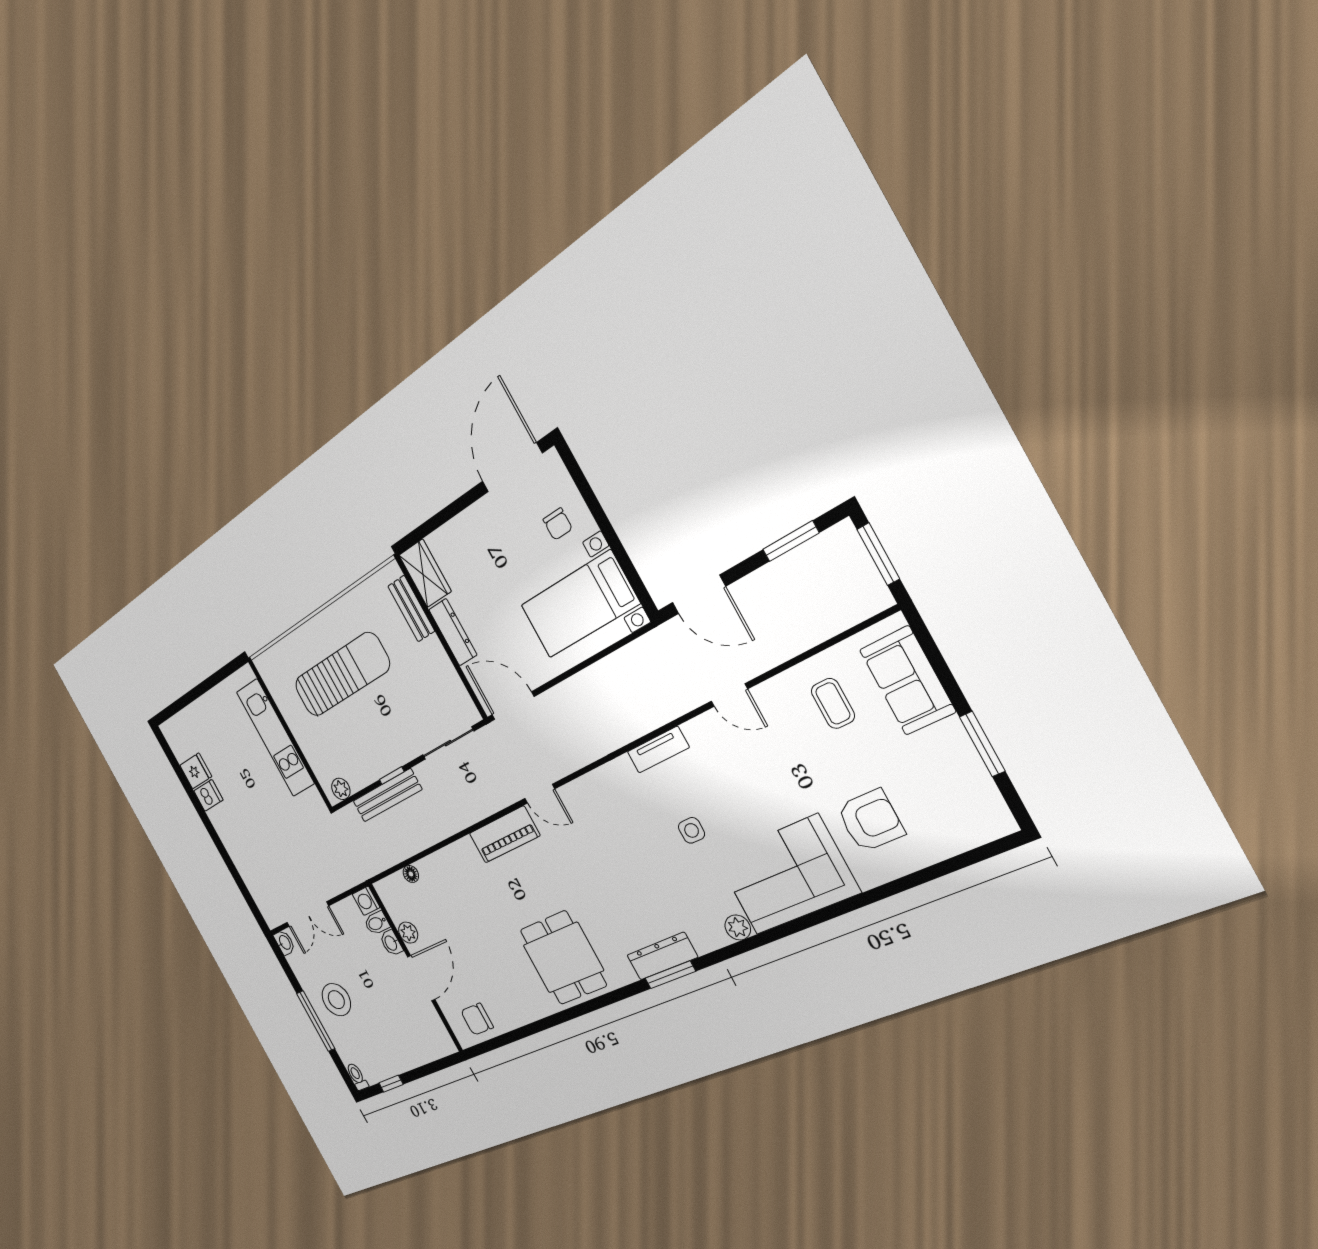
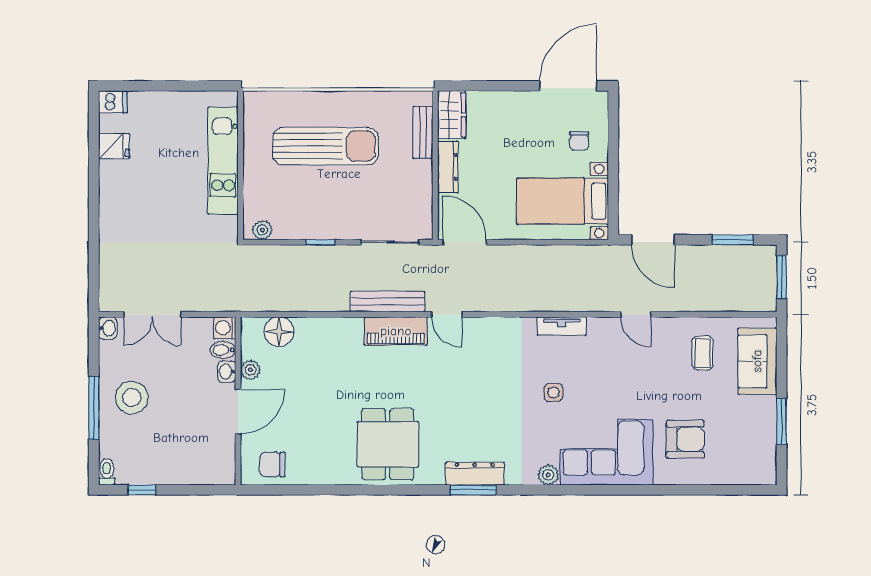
dishwasher: (208, 795) -> (113, 102), moved
bench: (387, 795) -> (388, 302), moved
floor lamp: (411, 874) -> (279, 332), width x1.89, depth x1.89

